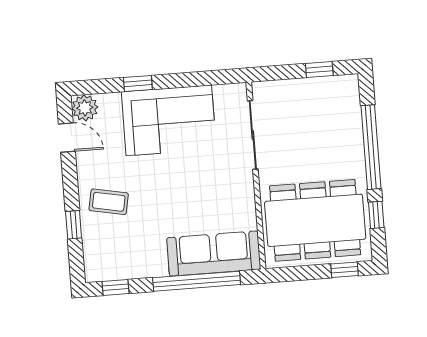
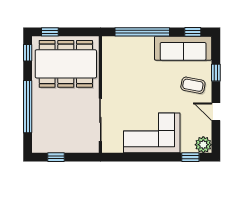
window: (138, 83) -> (190, 157), moved
door: (67, 138) -> (216, 112), moved
window: (376, 215) -> (28, 53), moved
sofa: (214, 253) -> (183, 48), moved

